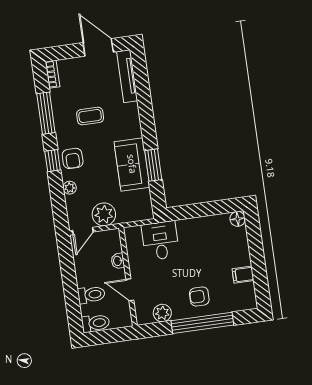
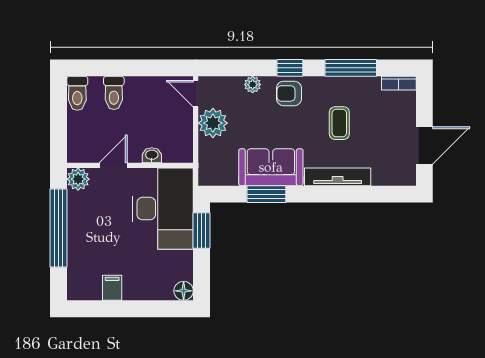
tv unit: (127, 76) -> (338, 177), moved
window: (189, 212) -> (201, 230), added
desk: (160, 241) -> (163, 209), width x1.87, depth x1.30
washbasin: (118, 261) -> (152, 155), moved
wall: (128, 277) -> (130, 165), moved
door: (130, 290) -> (113, 165), moved
armchair: (199, 296) -> (92, 229), removed

